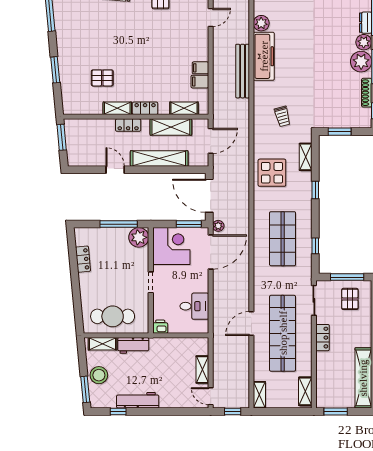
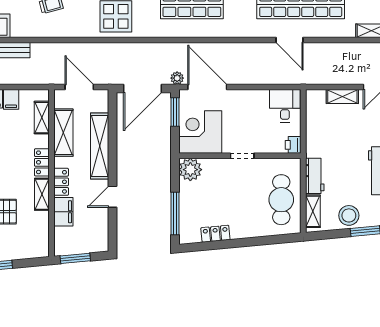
filing cabinet: (102, 127) -> (63, 212), added
window: (119, 224) -> (175, 214), moved
desk: (194, 306) -> (285, 106), moved

